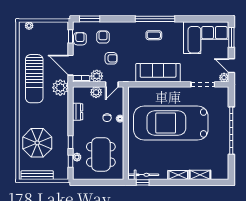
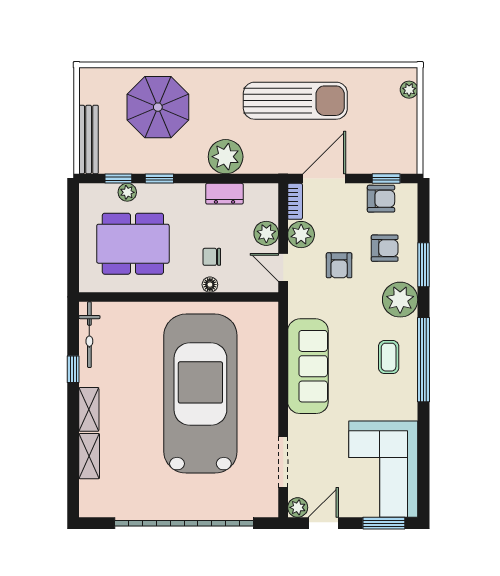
window: (90, 19) -> (424, 265), moved
plant: (127, 30) -> (400, 300), added
sun lounger: (34, 79) -> (295, 101), turned 180
plant: (60, 88) -> (226, 157), moved
garage door: (231, 131) -> (184, 523), width x1.36
bench: (37, 175) -> (89, 139), moved
window: (143, 182) -> (73, 369), moved

